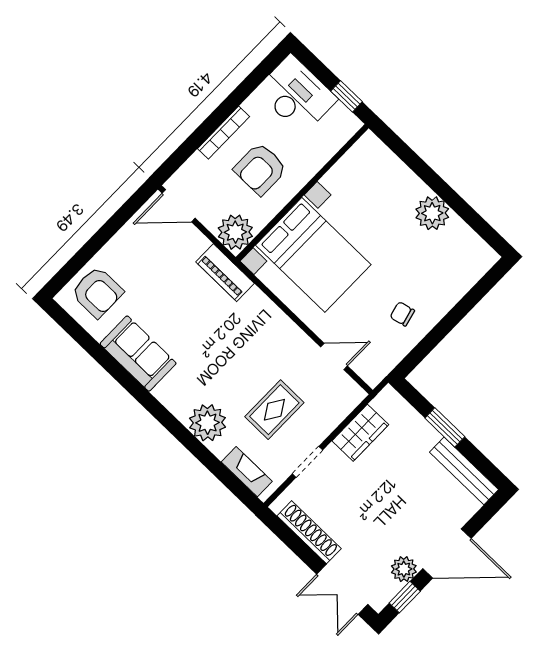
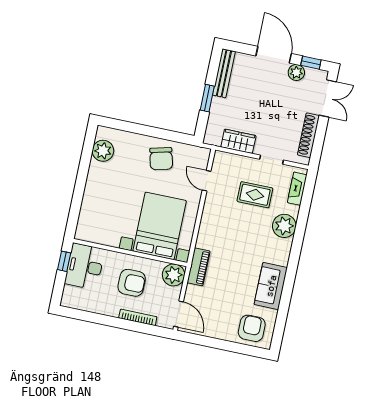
desk: (296, 95) -> (85, 266), moved
bookcase: (224, 133) -> (138, 317), moved
plant: (432, 213) -> (103, 151), moved
chair: (402, 314) -> (161, 159), width x1.87, depth x1.87

